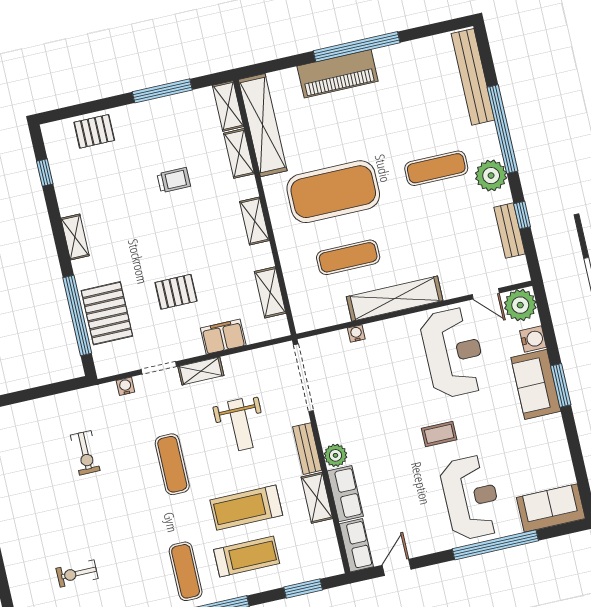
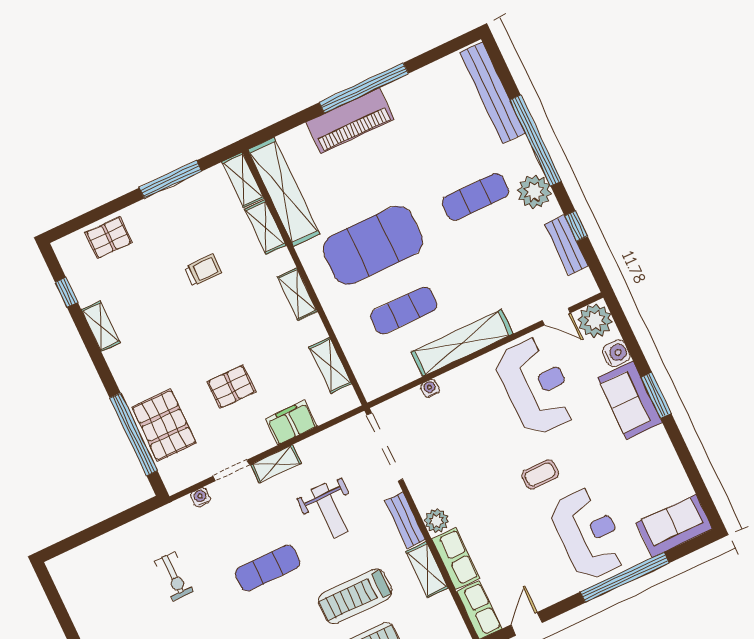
shelving: (75, 237) -> (101, 326), moved
exercise mat: (172, 464) -> (268, 568), turned 90

